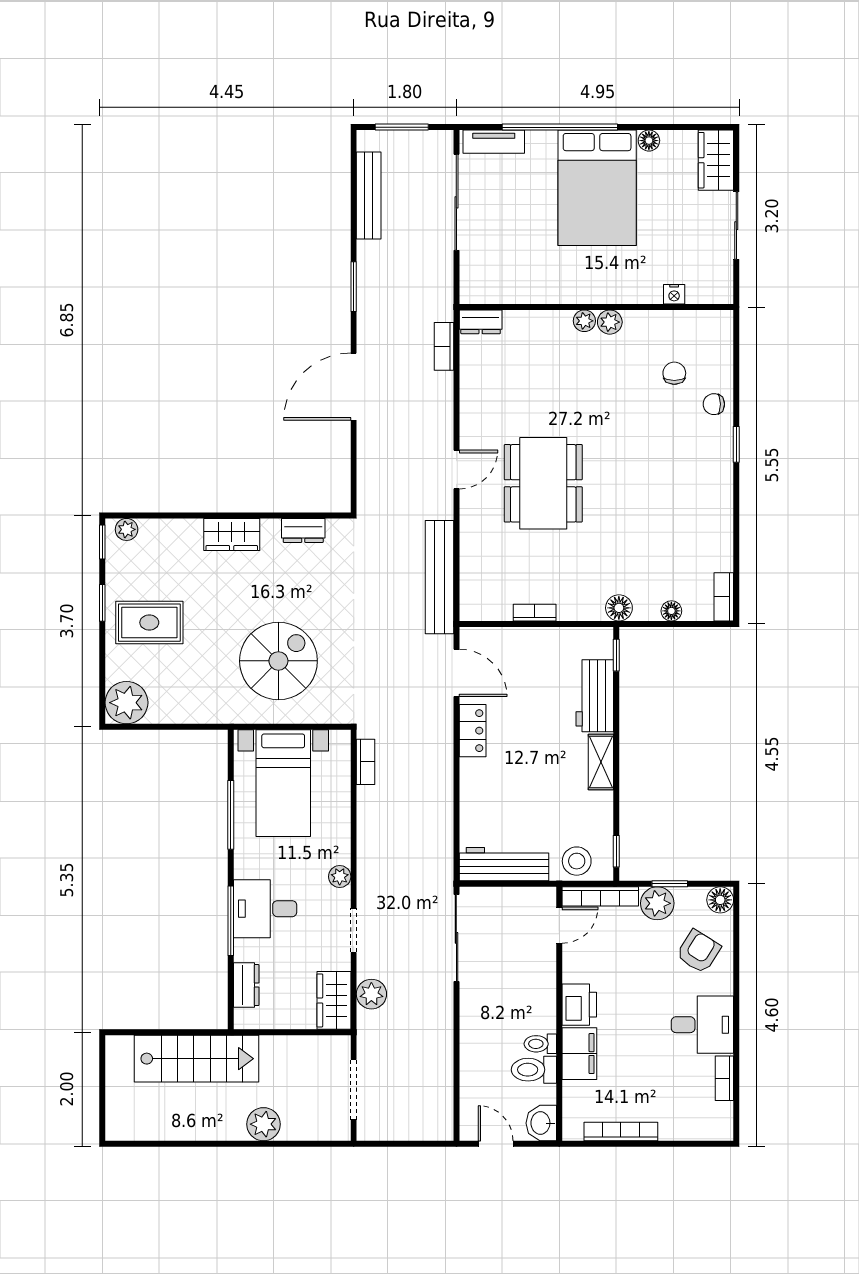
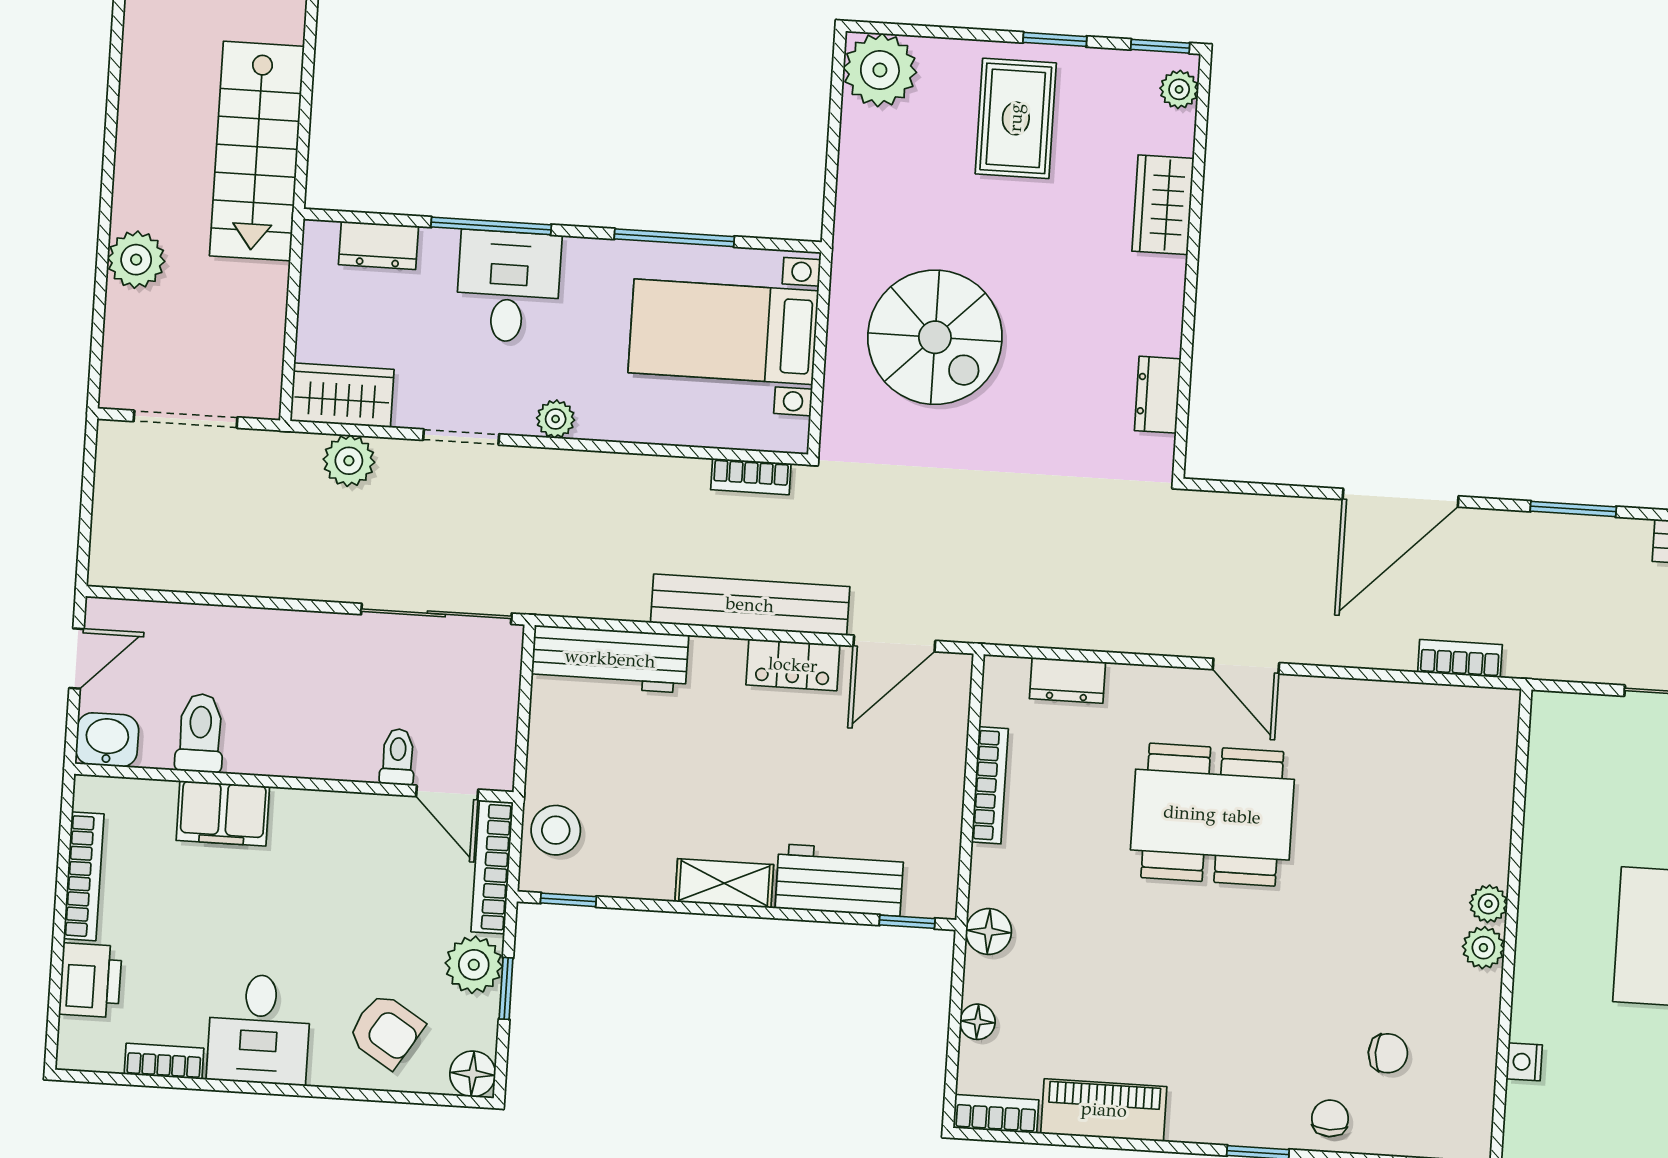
dresser: (481, 322) -> (1067, 680), moved, turned -90
door: (354, 387) -> (1401, 498), swing flipped
wardrobe: (232, 534) -> (1163, 205), moved
piano: (718, 535) -> (1104, 1110), added
bench: (439, 577) -> (750, 605), moved
bookcase: (535, 613) -> (990, 785), width x1.56
workbench: (504, 864) -> (610, 659), moved, turned 90
printer: (579, 1005) -> (90, 980), moved, turned -90
toilet: (540, 1044) -> (398, 757), moved

